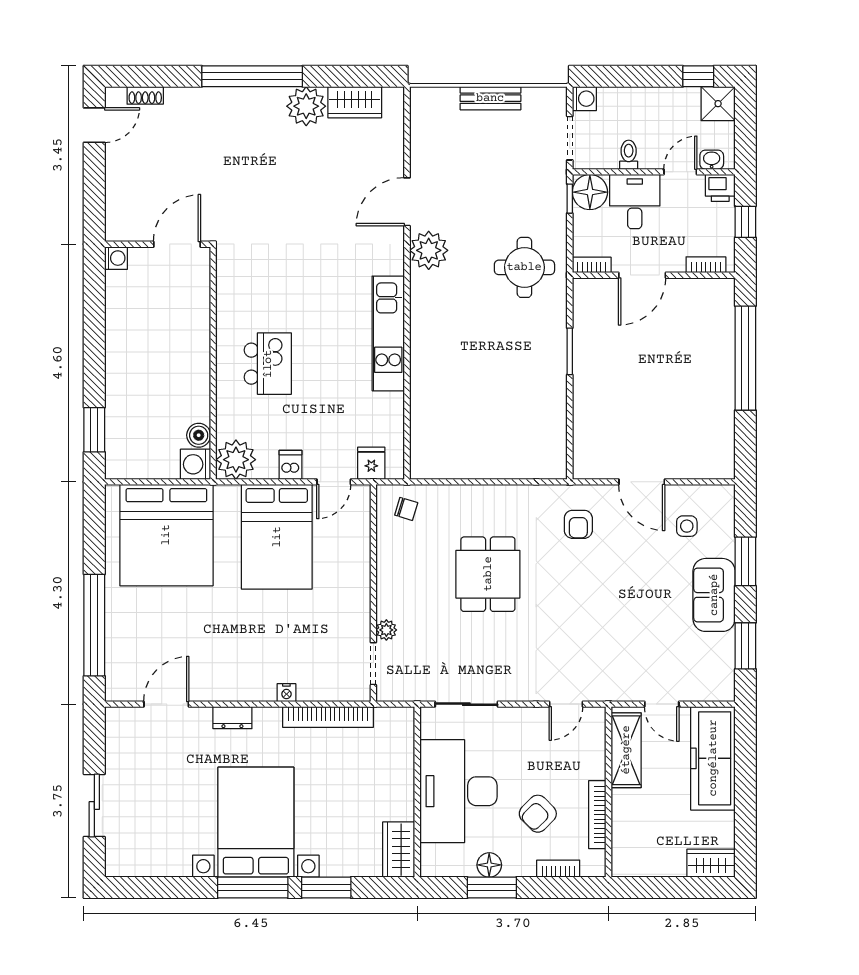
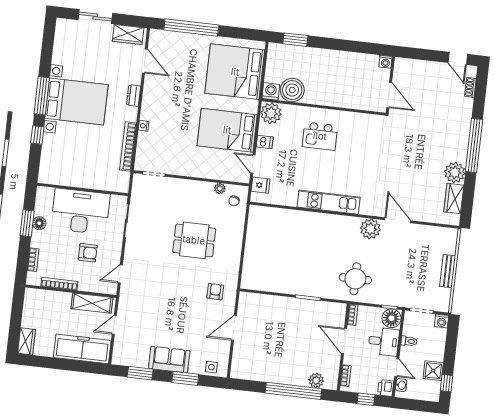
shower: (718, 104) -> (433, 371), moved
plant: (721, 318) -> (316, 380), added
boiler: (199, 435) -> (292, 90), width x1.86, depth x1.86
armchair: (578, 524) -> (215, 292), turned 91
side table: (687, 526) -> (211, 367), moved
plant: (386, 630) -> (220, 189), moved
door: (566, 704) -> (120, 274), hinge flipped
armchair: (538, 814) -> (88, 253), moved, turned 135
wardrobe: (399, 850) -> (128, 35), moved, turned 180
window: (326, 888) -> (37, 135), width x0.67

